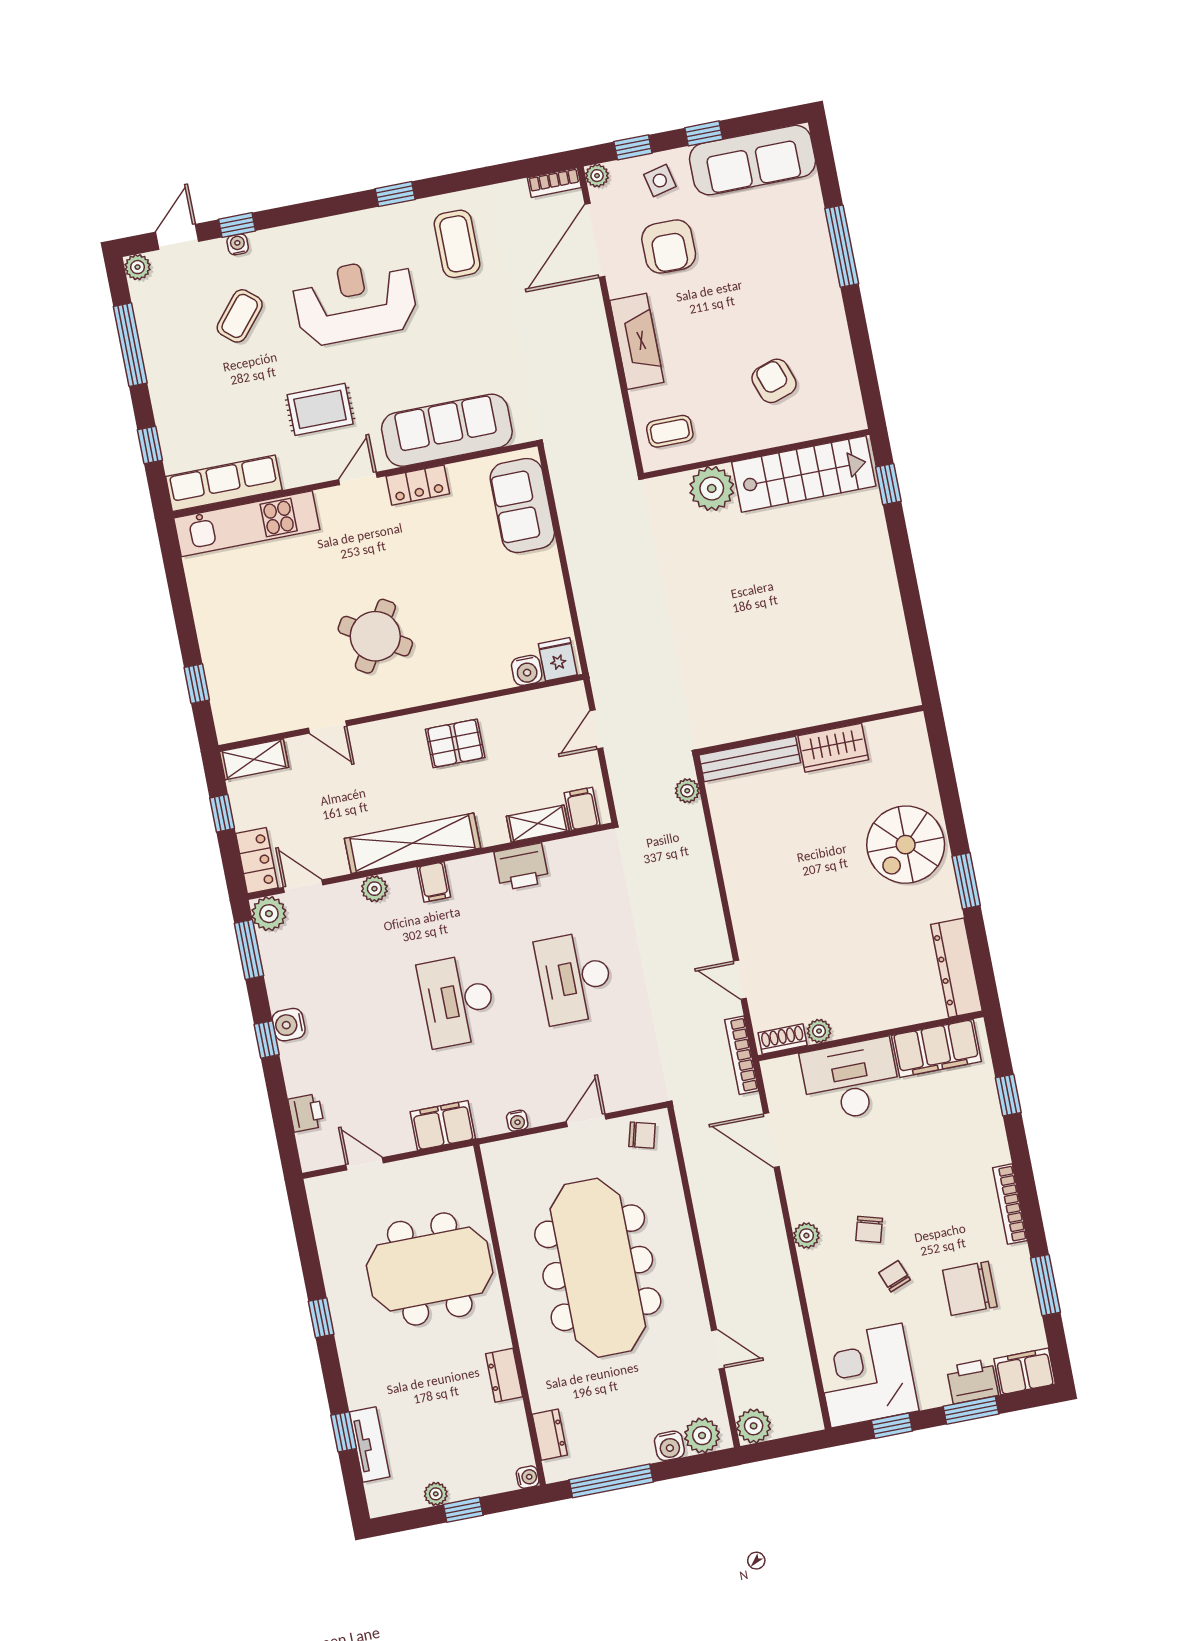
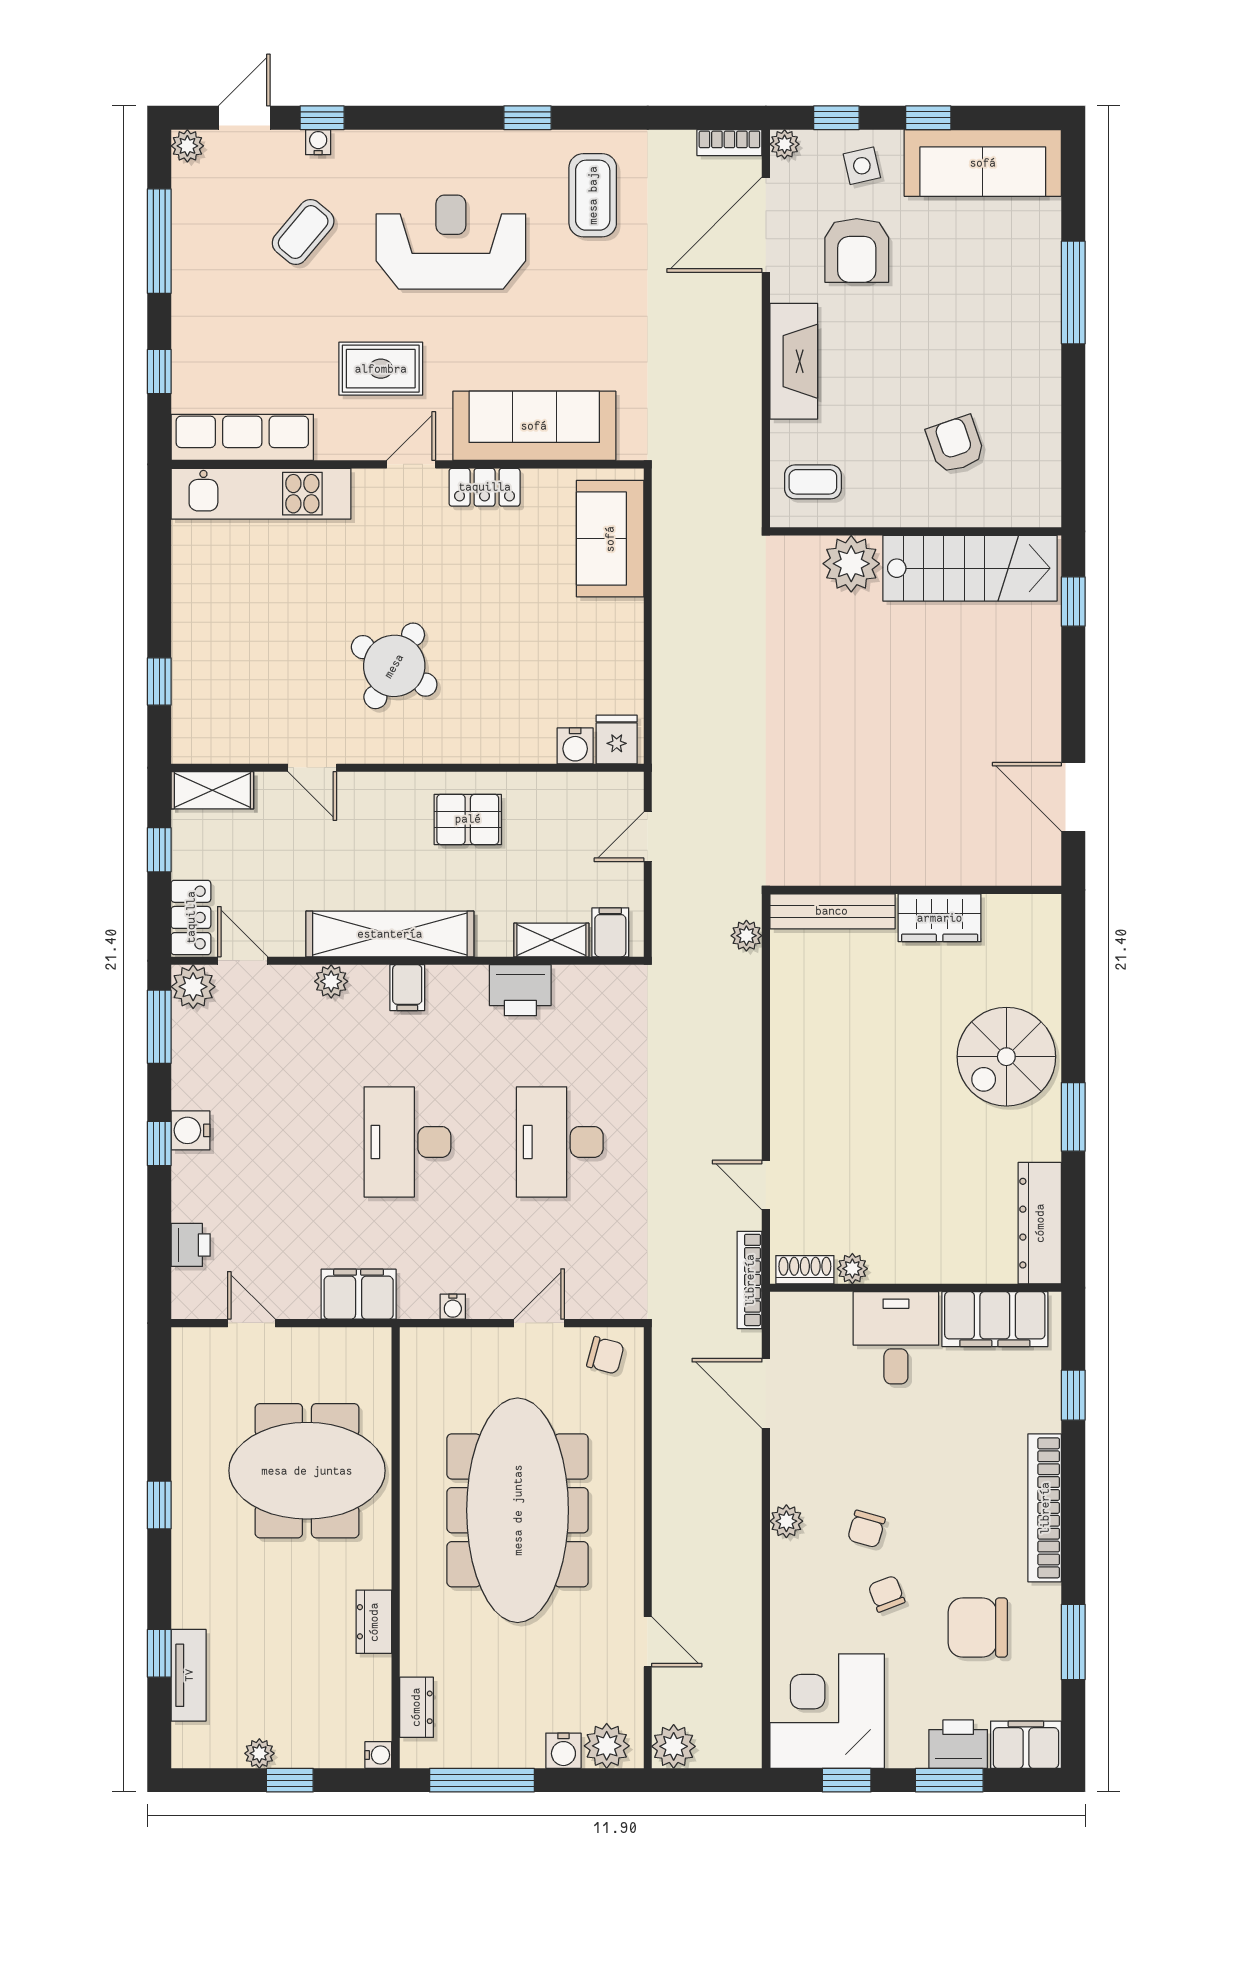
door: (918, 634) -> (1073, 797), added
desk: (851, 1080) -> (896, 1338), width x0.73
bookcase: (1010, 1204) -> (1045, 1508), width x1.48, depth x1.31

